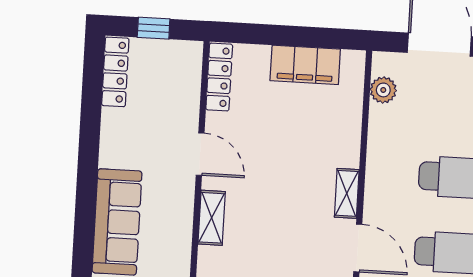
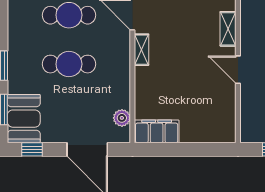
filing cabinet: (305, 65) -> (157, 131), moved
locker: (219, 77) -> (228, 120), removed

